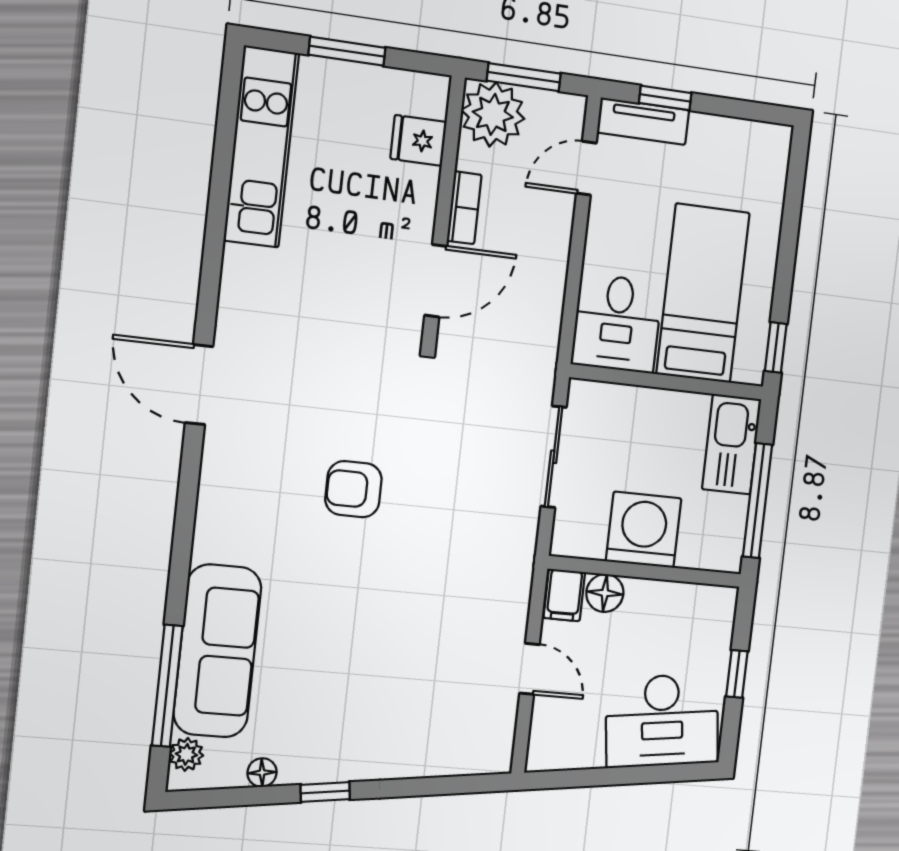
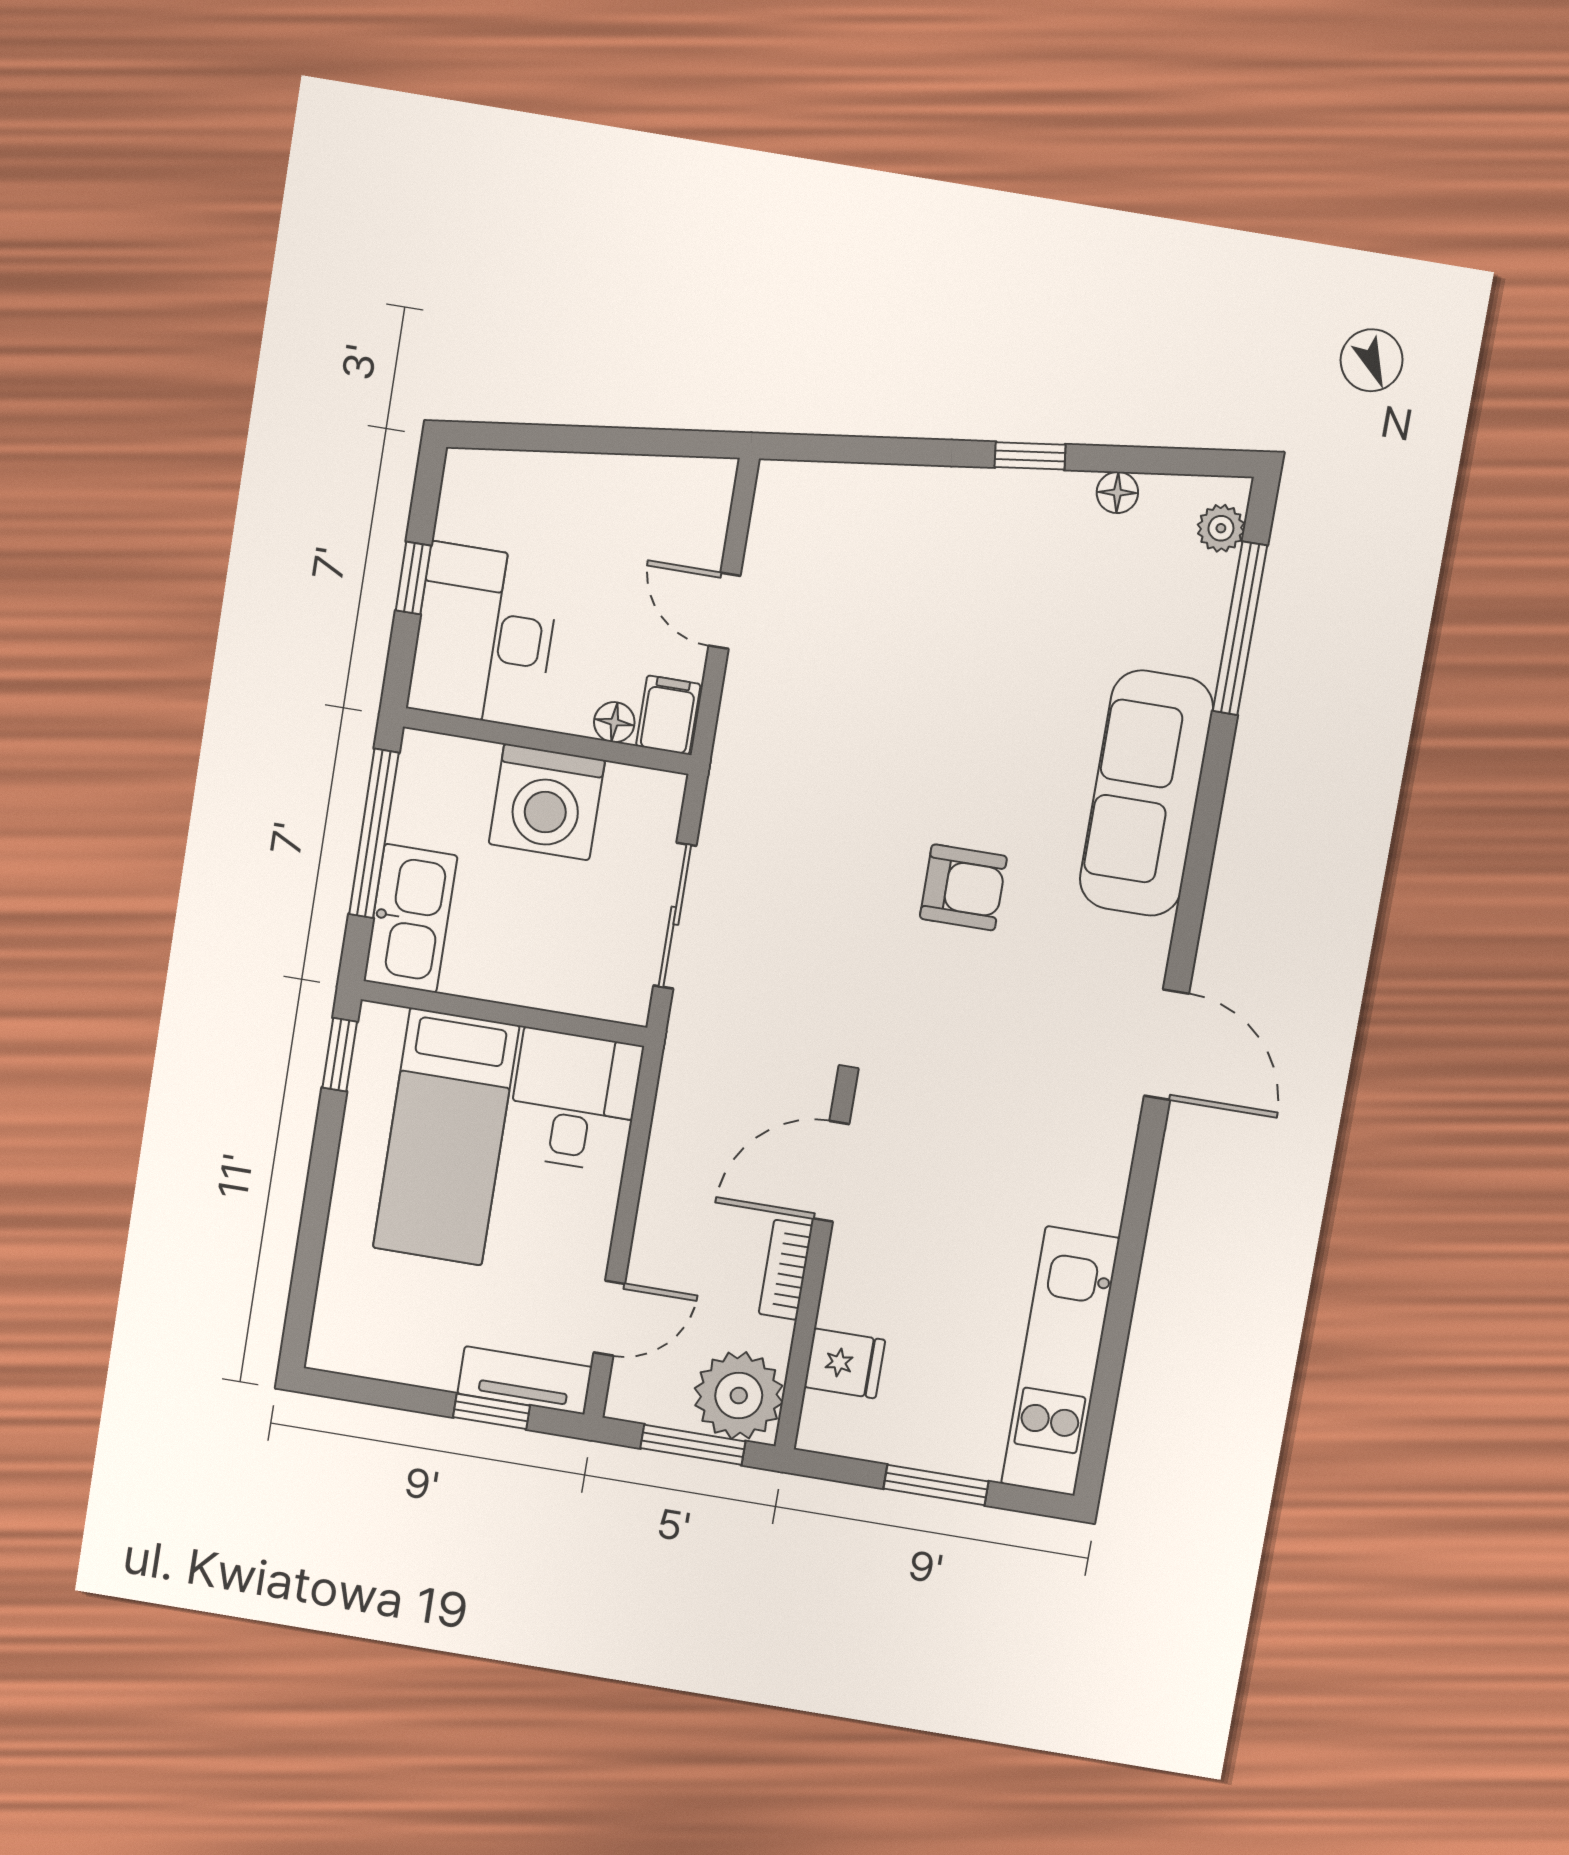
floor lamp: (605, 593) -> (614, 722), width x0.73, depth x0.73
sofa: (217, 651) -> (1146, 793), moved
desk: (662, 721) -> (484, 635), moved, turned -83

